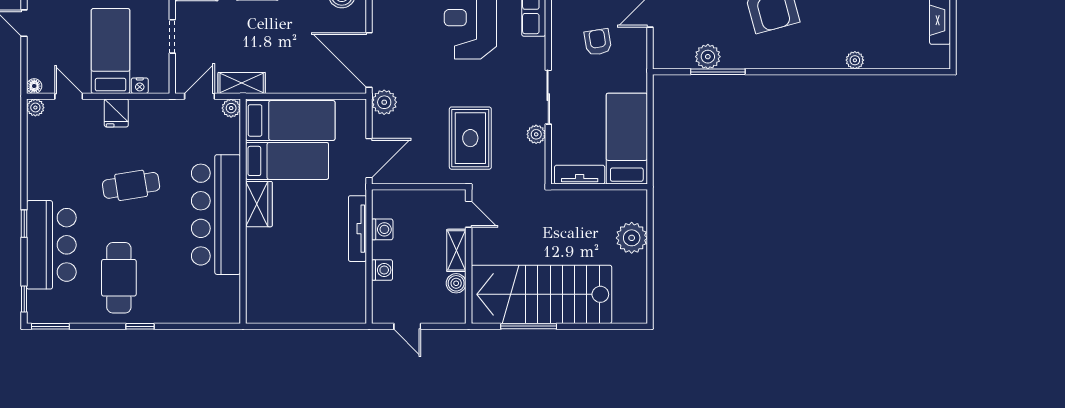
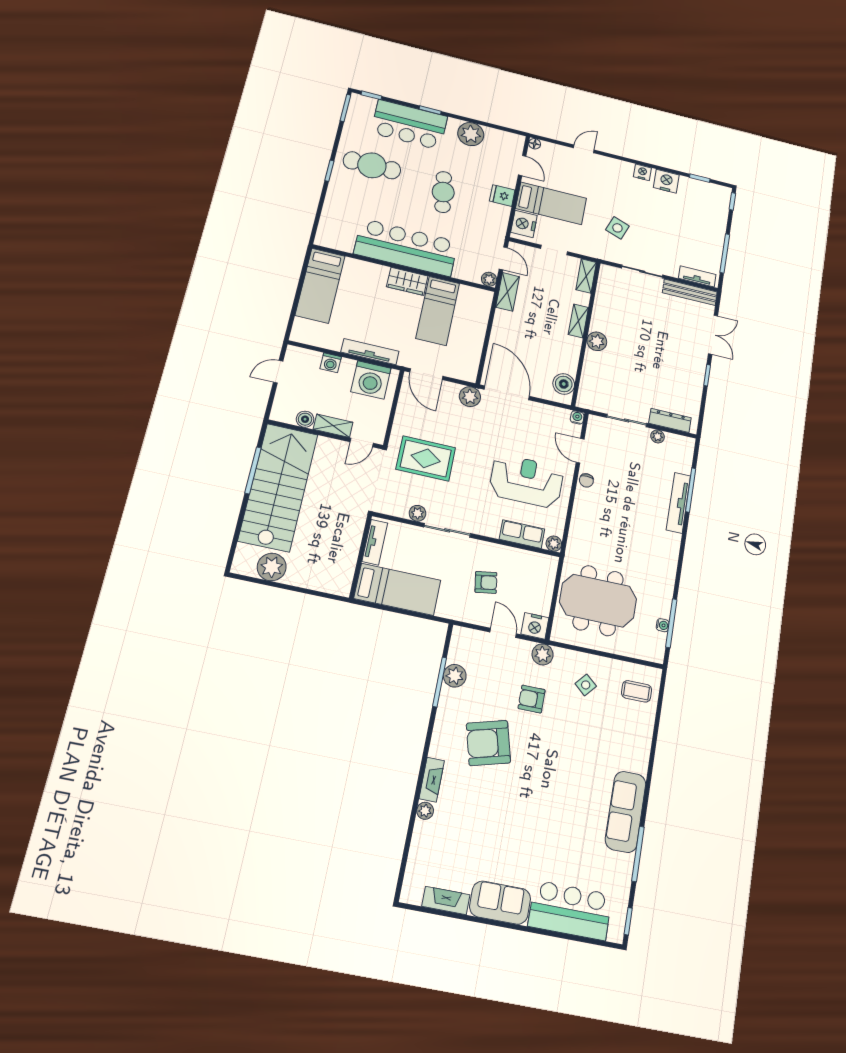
door: (369, 60) -> (507, 393), hinge flipped
fireplace: (822, 60) -> (432, 780), added
nightstand: (140, 86) -> (524, 224), width x1.89, depth x1.79
door: (69, 96) -> (522, 166), hinge flipped
plant: (35, 108) -> (471, 134), moved, width x1.87, depth x1.87
bed: (290, 120) -> (320, 286), moved
washing machine: (382, 229) -> (371, 380), width x1.89, depth x1.89
plant: (632, 238) -> (272, 567), moved

